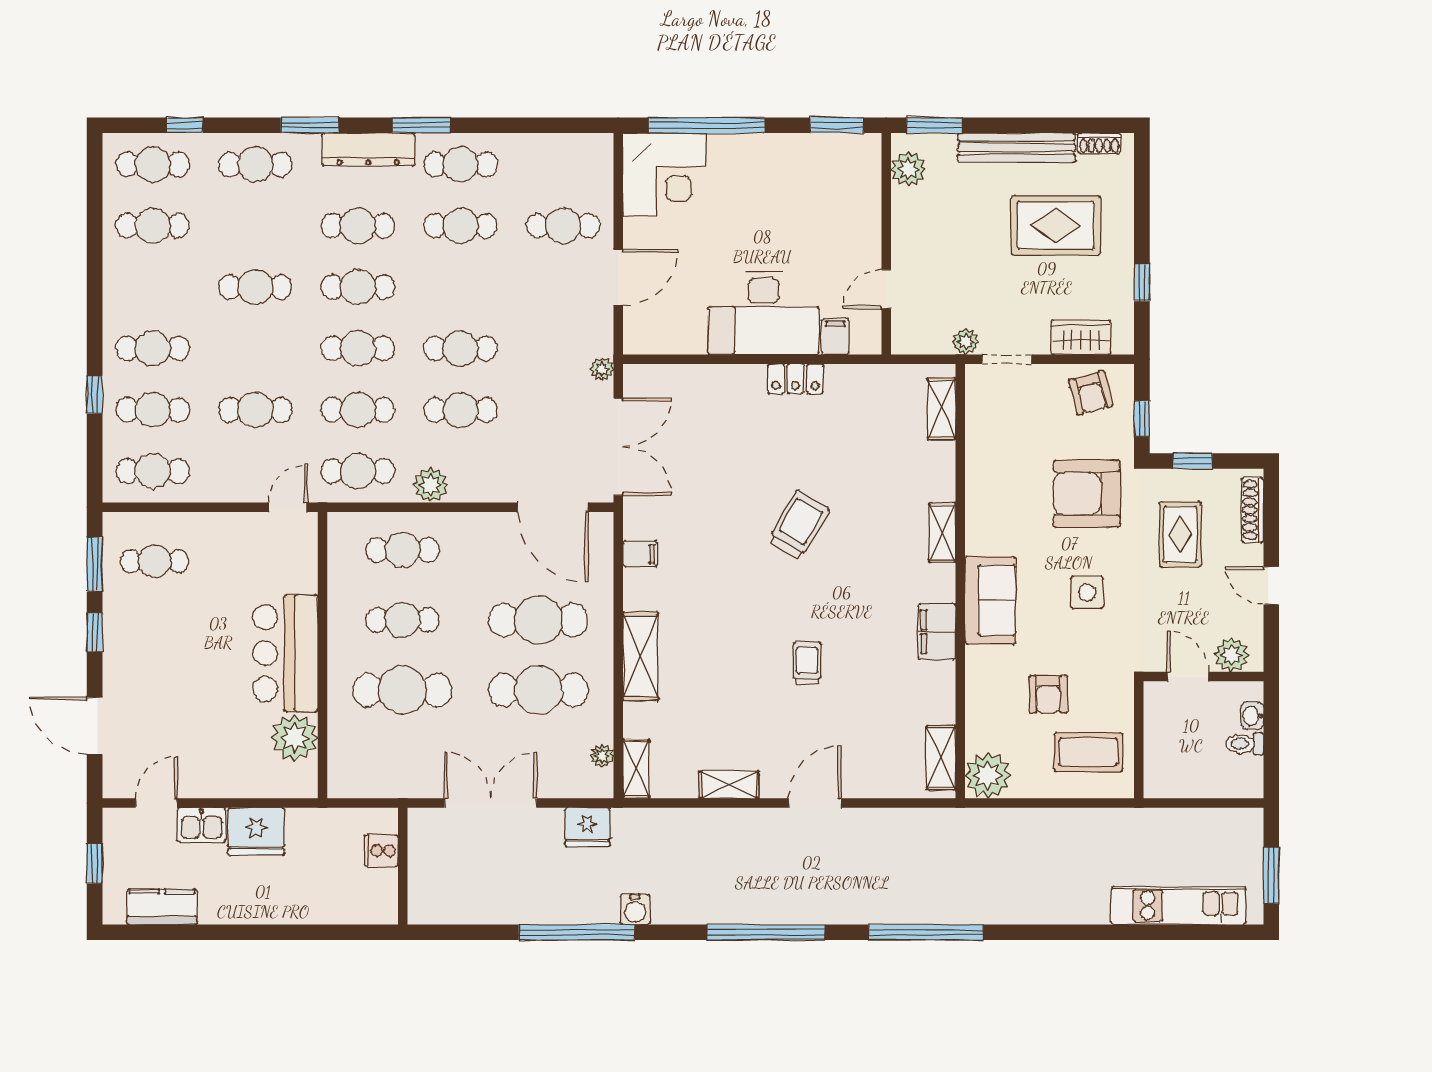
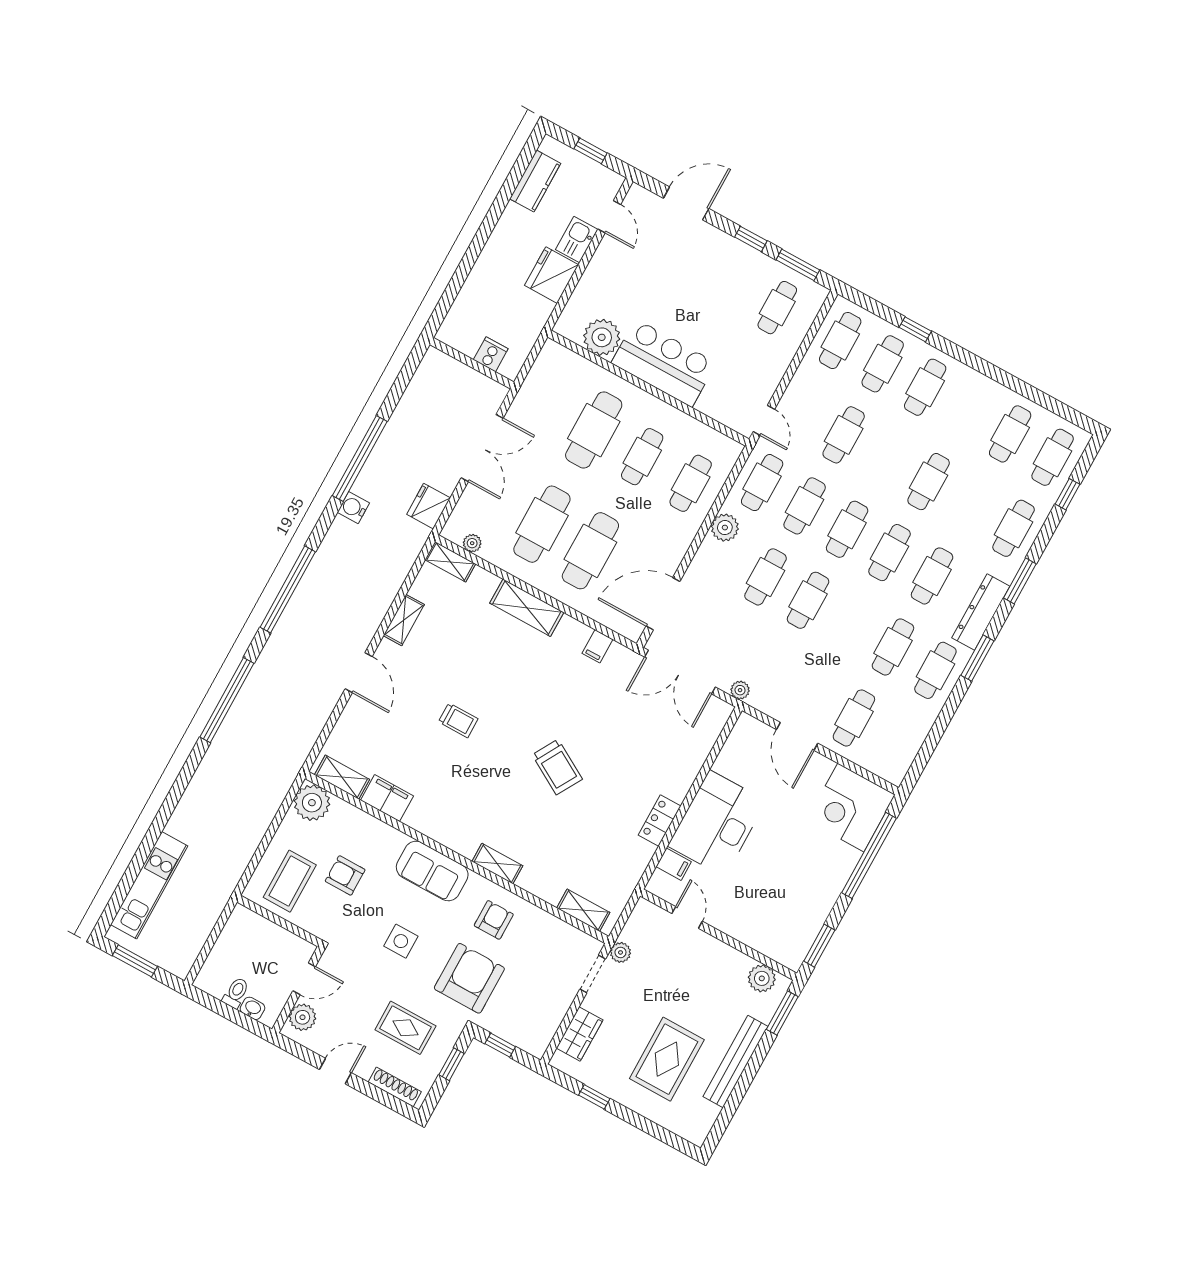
shoe rack: (1099, 143) -> (707, 1120), removed
armchair: (1091, 393) -> (494, 920), moved, turned 105
filing cabinet: (937, 632) -> (387, 798), moved

